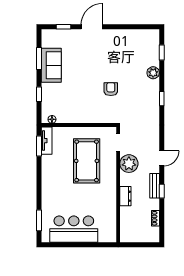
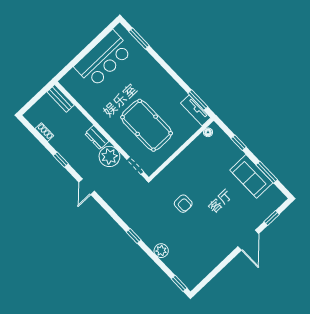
window: (162, 53) -> (179, 283), moved
bench: (155, 186) -> (61, 98), moved
dresser: (125, 196) -> (97, 137), moved

